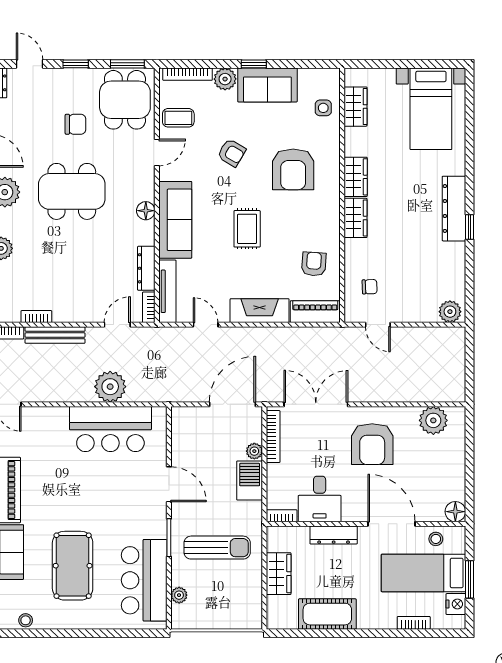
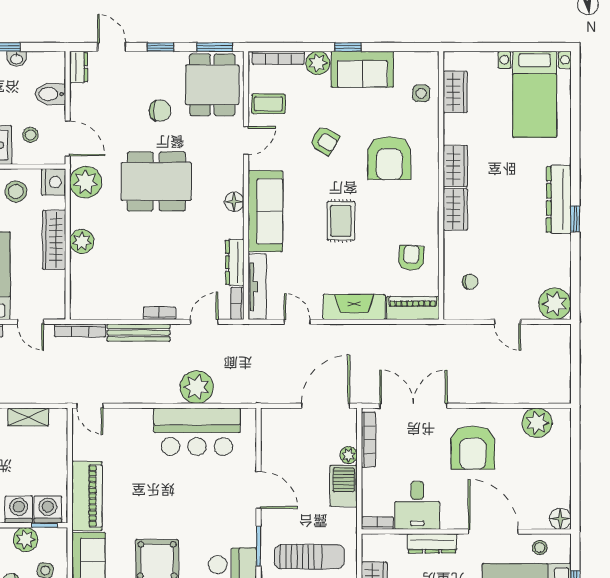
plant: (450, 312) -> (555, 304), width x1.36, depth x1.36
bookcase: (36, 317) -> (159, 313), moved
door: (378, 325) -> (508, 322), moved

